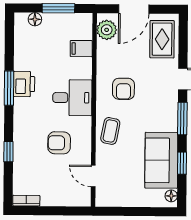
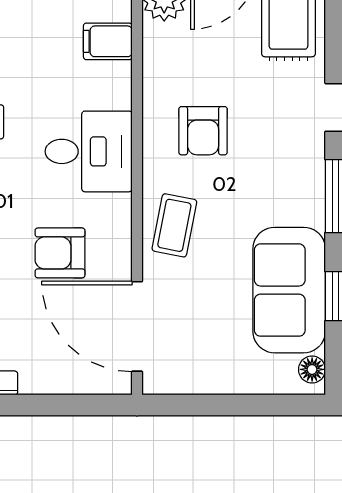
door: (93, 176) -> (137, 326), width x1.87

